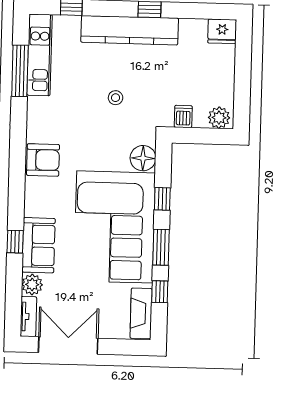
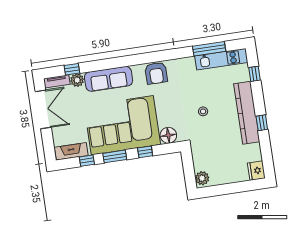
dishwasher: (183, 116) -> (199, 156), removed
window: (15, 242) -> (72, 69), moved
sofa: (39, 245) -> (109, 79), width x1.36

